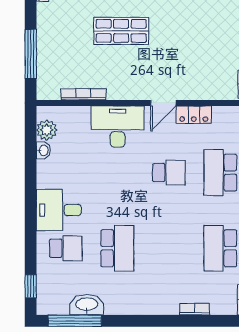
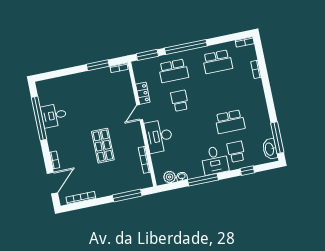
door: (163, 103) -> (140, 112), swing flipped
window: (31, 184) -> (203, 180), added
school desk: (117, 248) -> (230, 122), turned 180
window: (31, 286) -> (247, 171), moved
washbasin: (87, 305) -> (270, 149), moved

